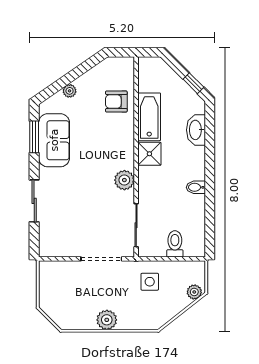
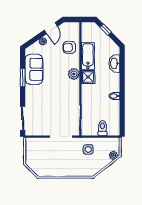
door: (84, 68) -> (51, 28), added
window: (193, 83) -> (106, 30), moved
window: (34, 137) -> (23, 78), moved
plant: (124, 180) -> (74, 74), moved
sliding door: (34, 201) -> (23, 118), moved
plant: (107, 320) -> (64, 171), removed

